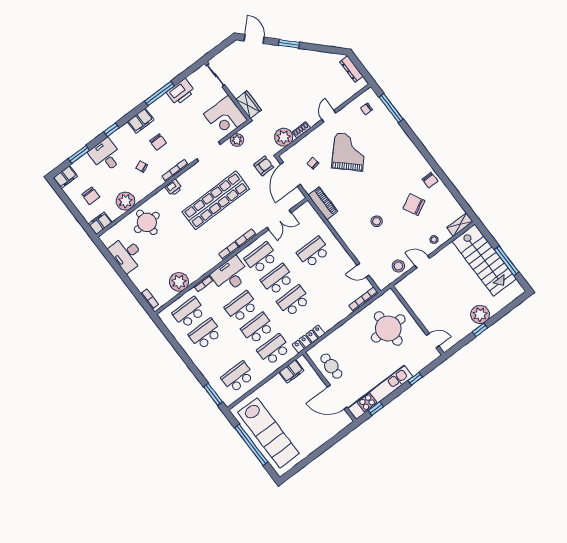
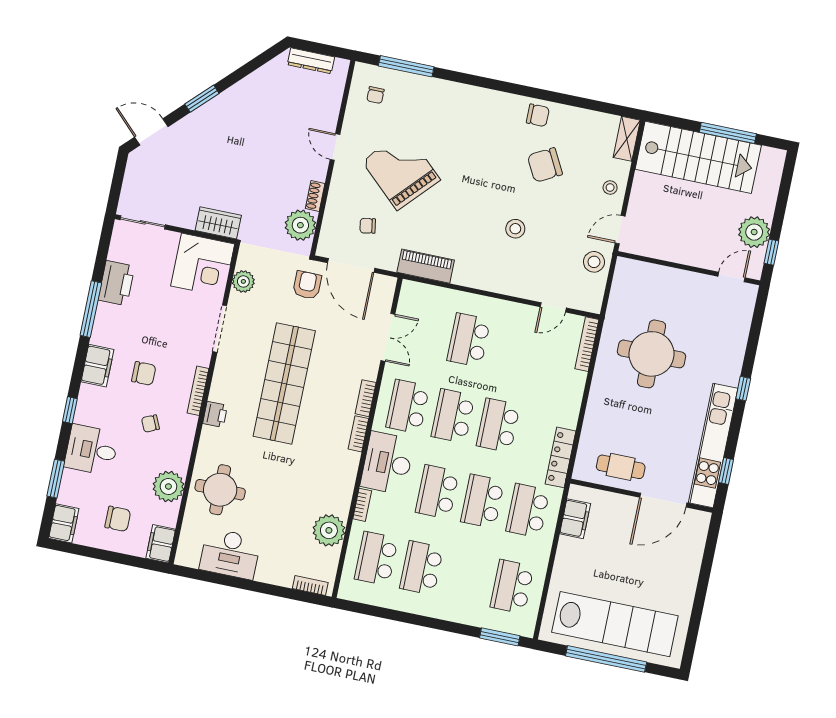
wall: (417, 320) -> (689, 268), moved
door: (433, 341) -> (731, 277), moved

